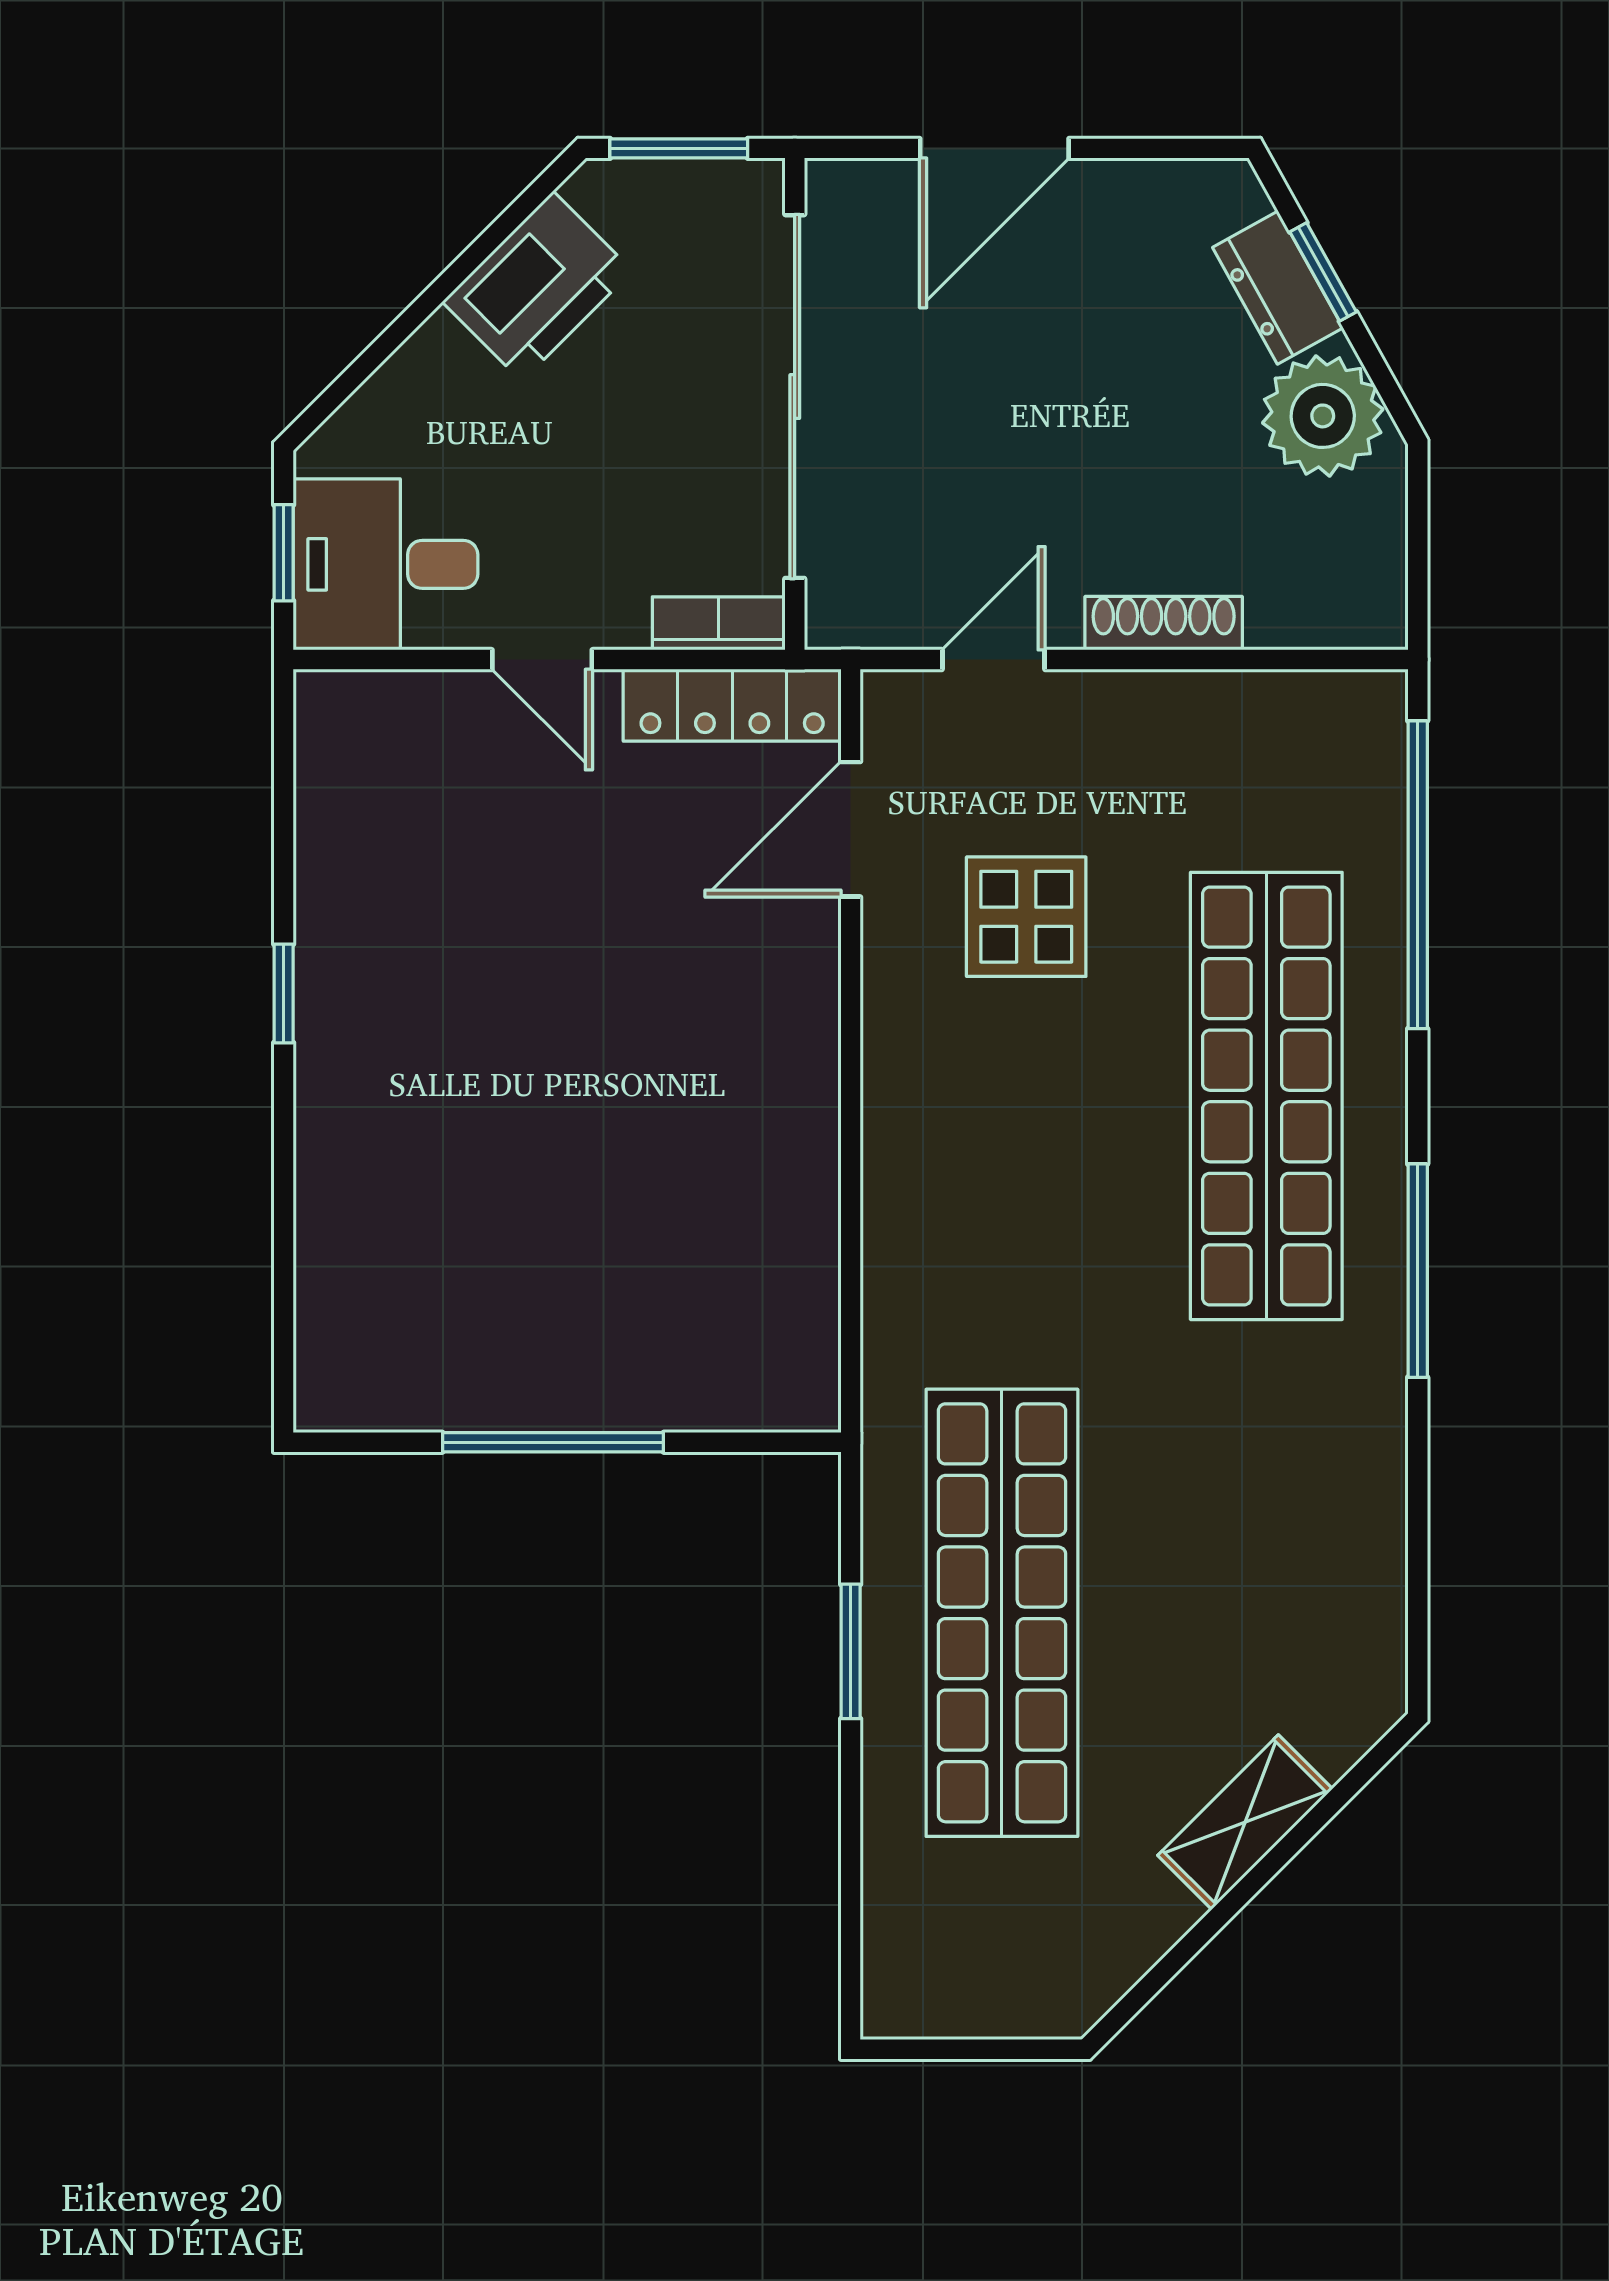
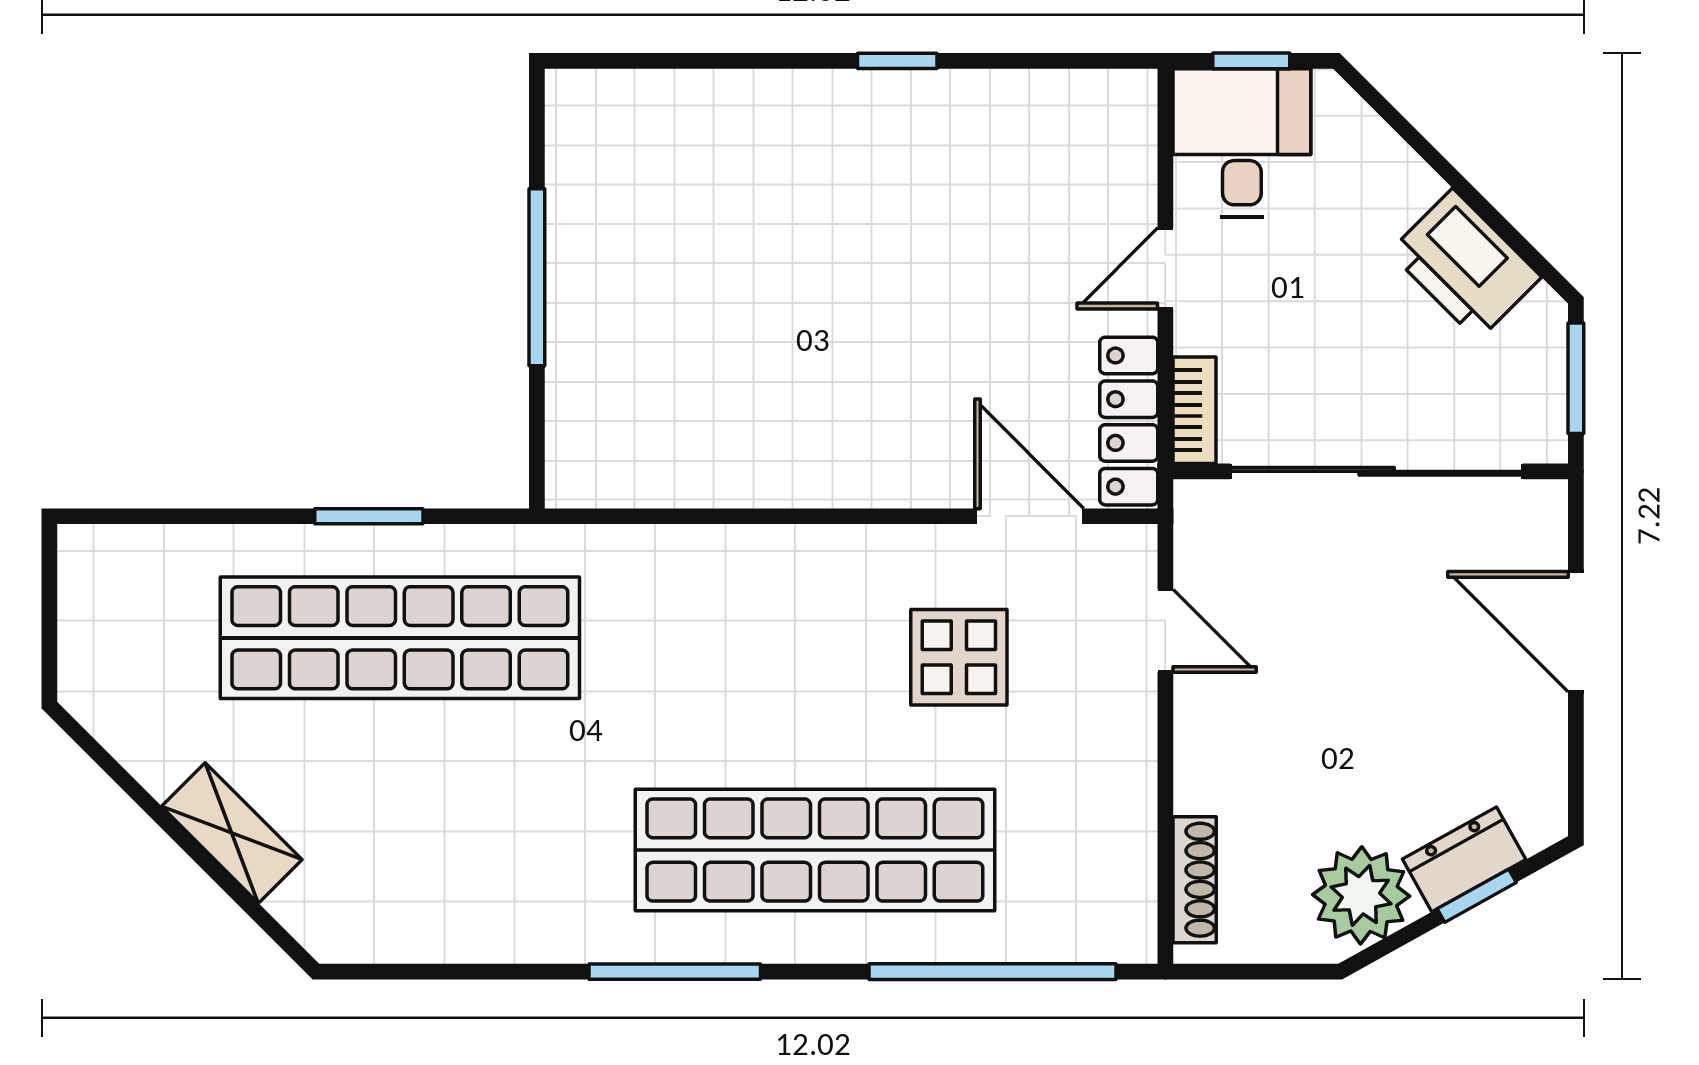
shoe rack: (1164, 623) -> (1195, 880), moved

